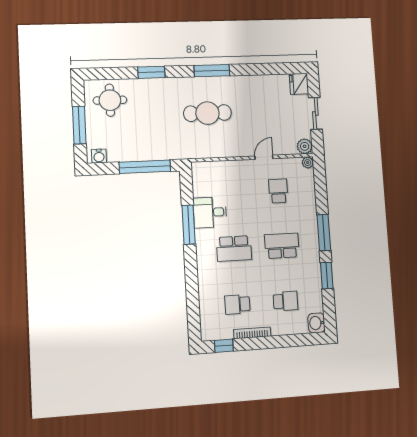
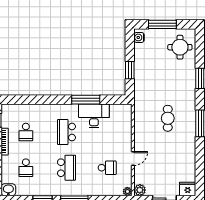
cafe table: (208, 113) -> (168, 118), width x0.73, depth x0.74
door: (264, 157) -> (133, 159), hinge flipped
window: (145, 167) -> (130, 70), width x0.47
desk: (210, 212) -> (94, 116), width x1.37
school desk: (237, 304) -> (26, 132), turned 180

